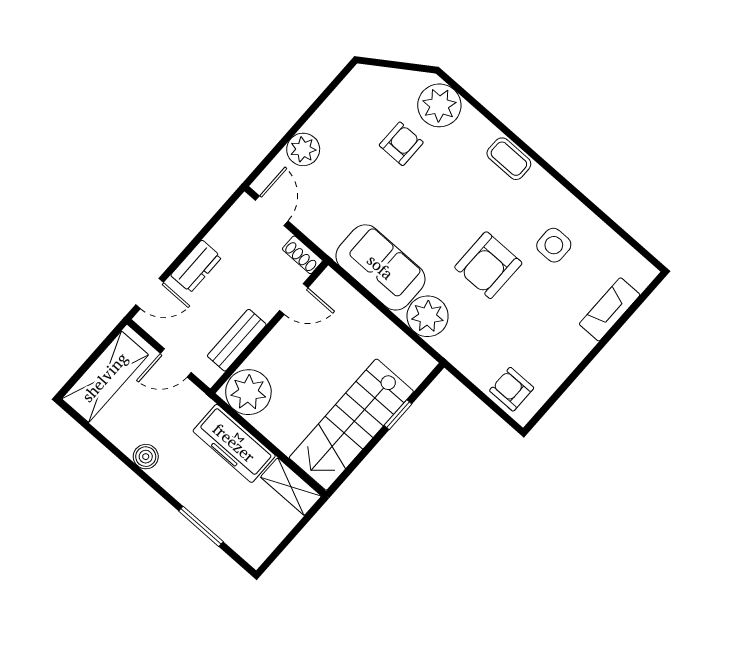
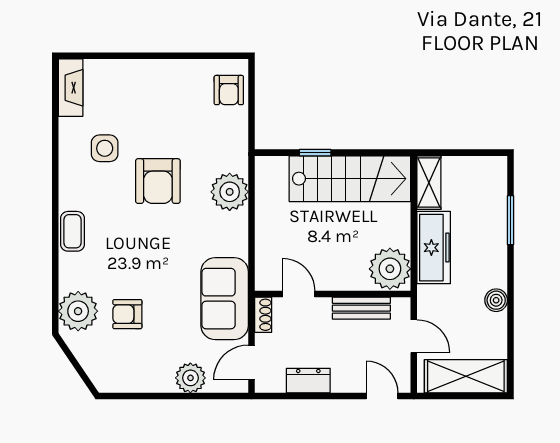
armchair: (488, 265) -> (158, 181), turned 90
dresser: (196, 266) -> (308, 381), moved
sofa: (380, 267) -> (225, 299), moved
fireplace: (610, 309) -> (71, 88), moved, turned -90

